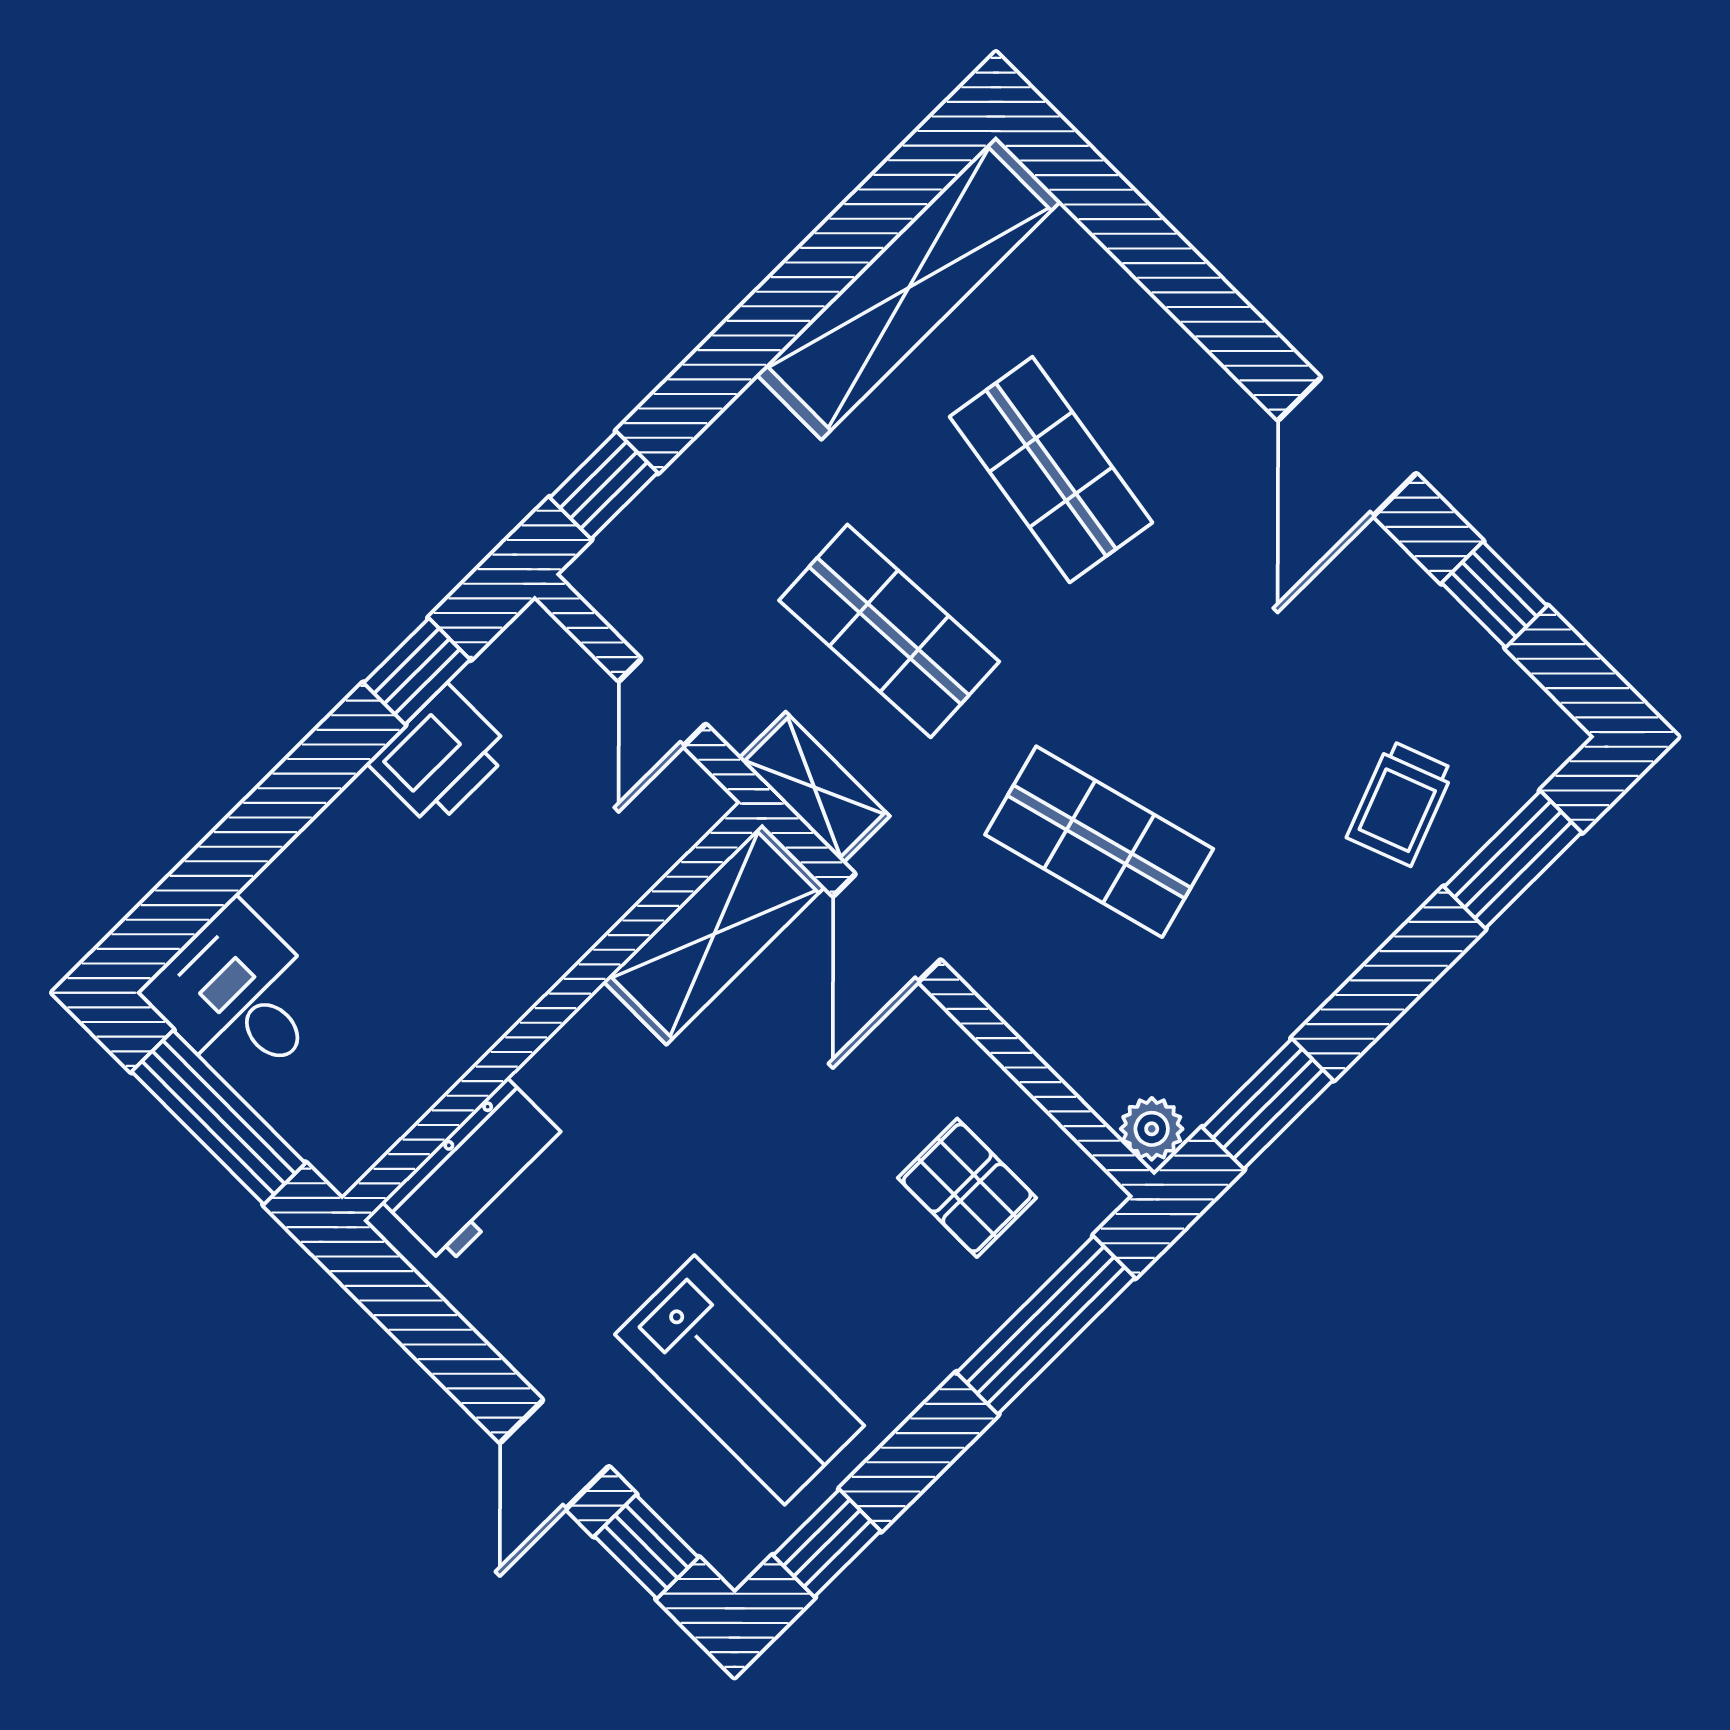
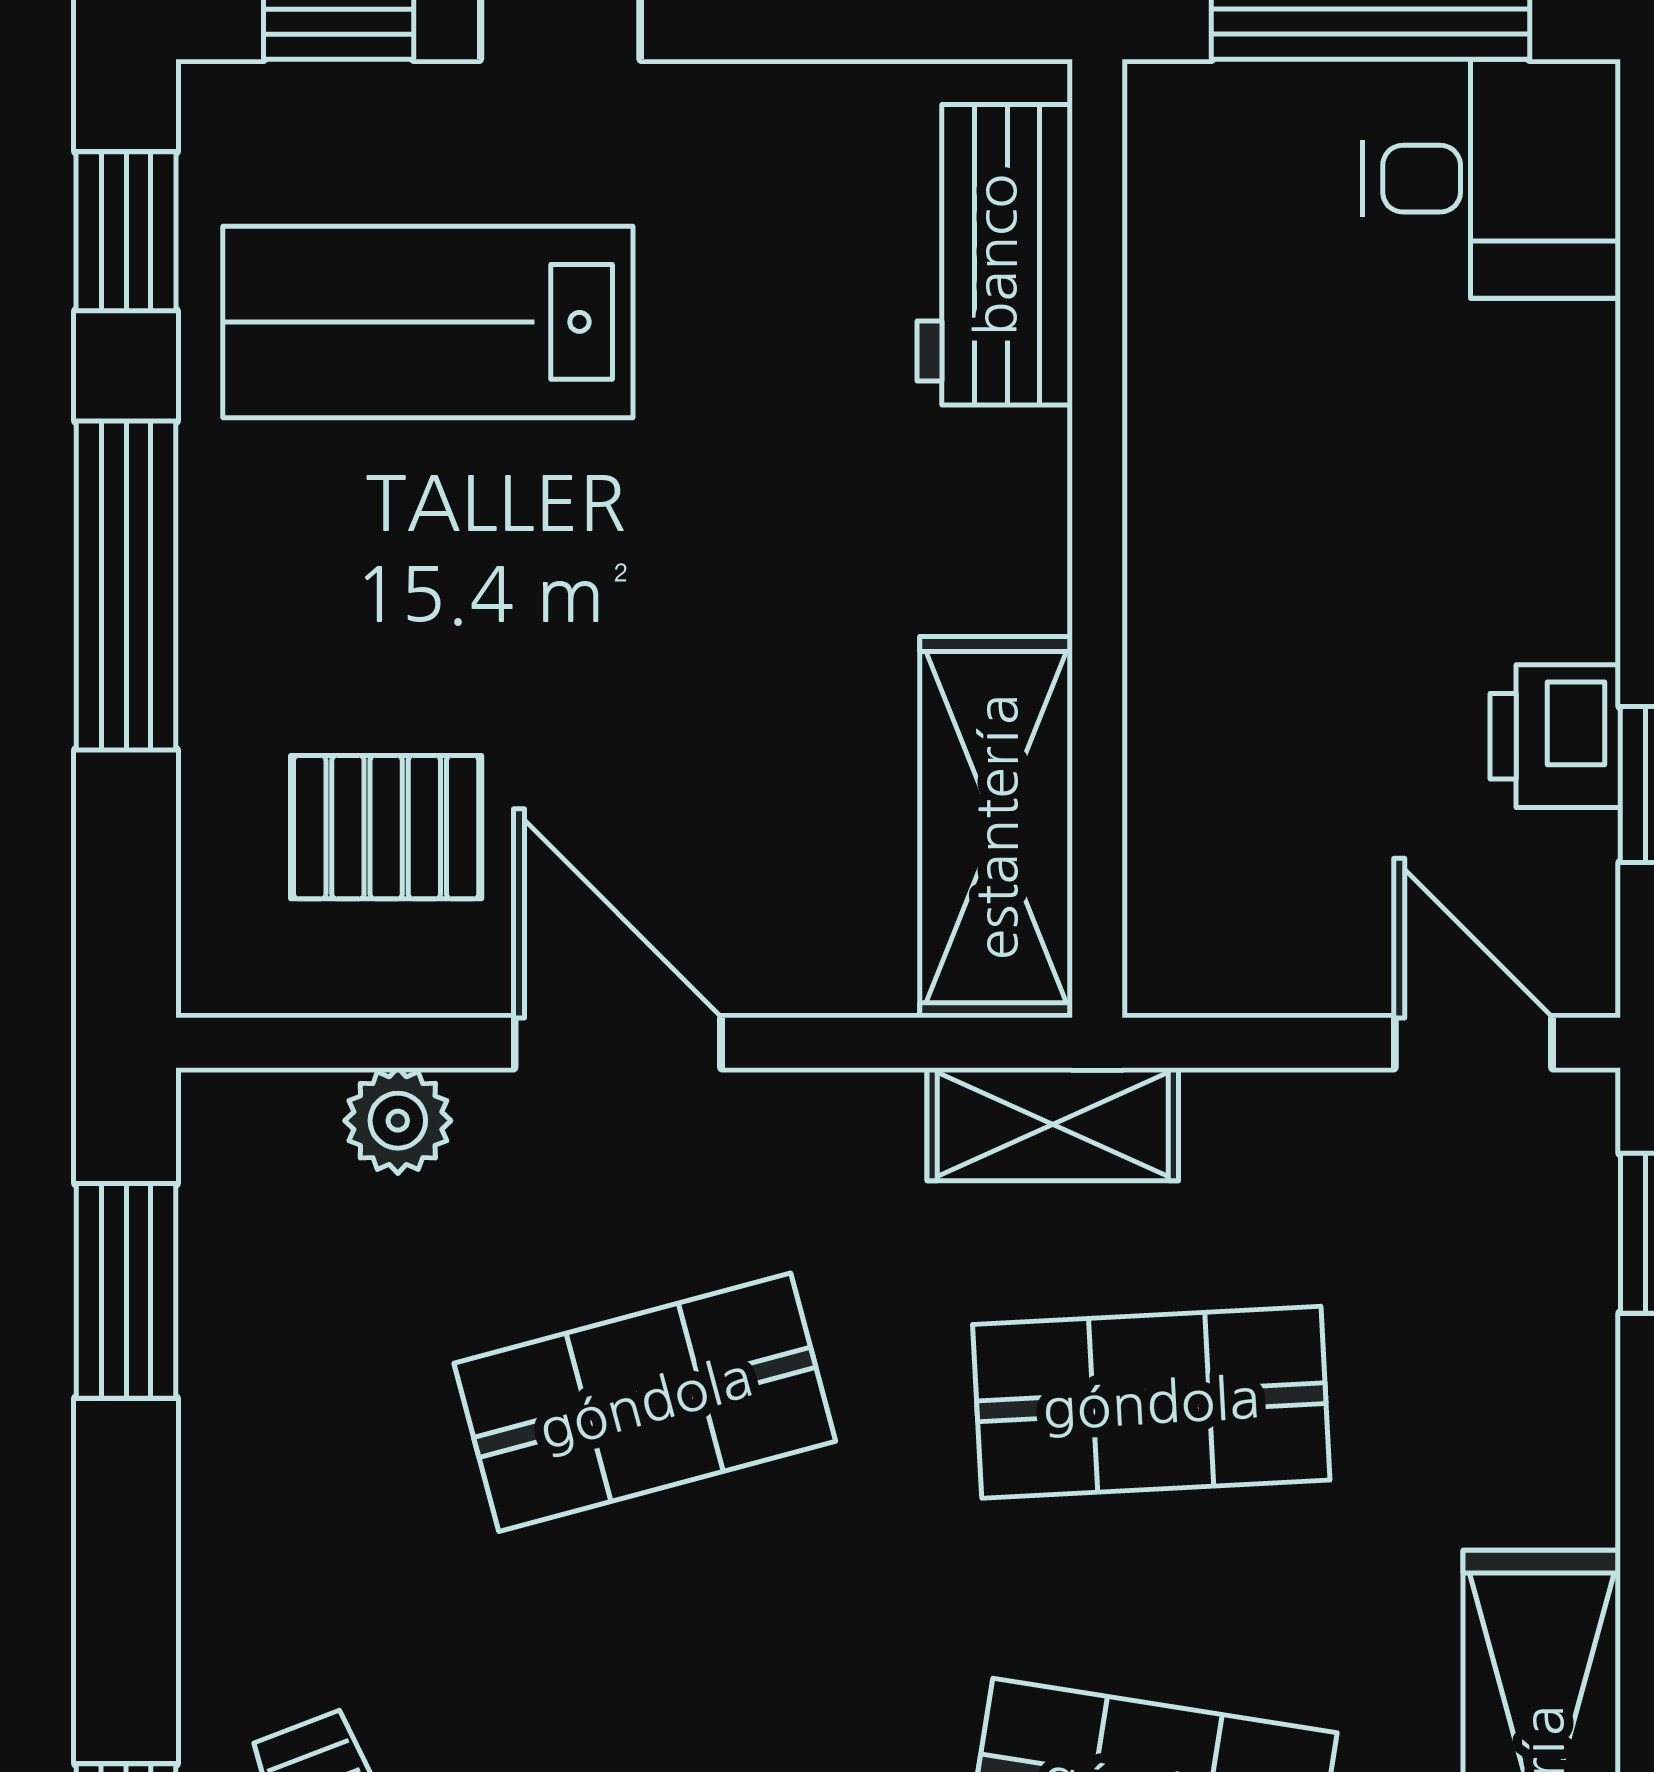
door: (662, 703) -> (1473, 1043), moved
printer: (440, 756) -> (1555, 736), width x0.73, depth x0.81
door: (887, 928) -> (618, 1043), moved
plant: (1152, 1129) -> (398, 1121), moved
window: (1046, 1325) -> (126, 585), moved

